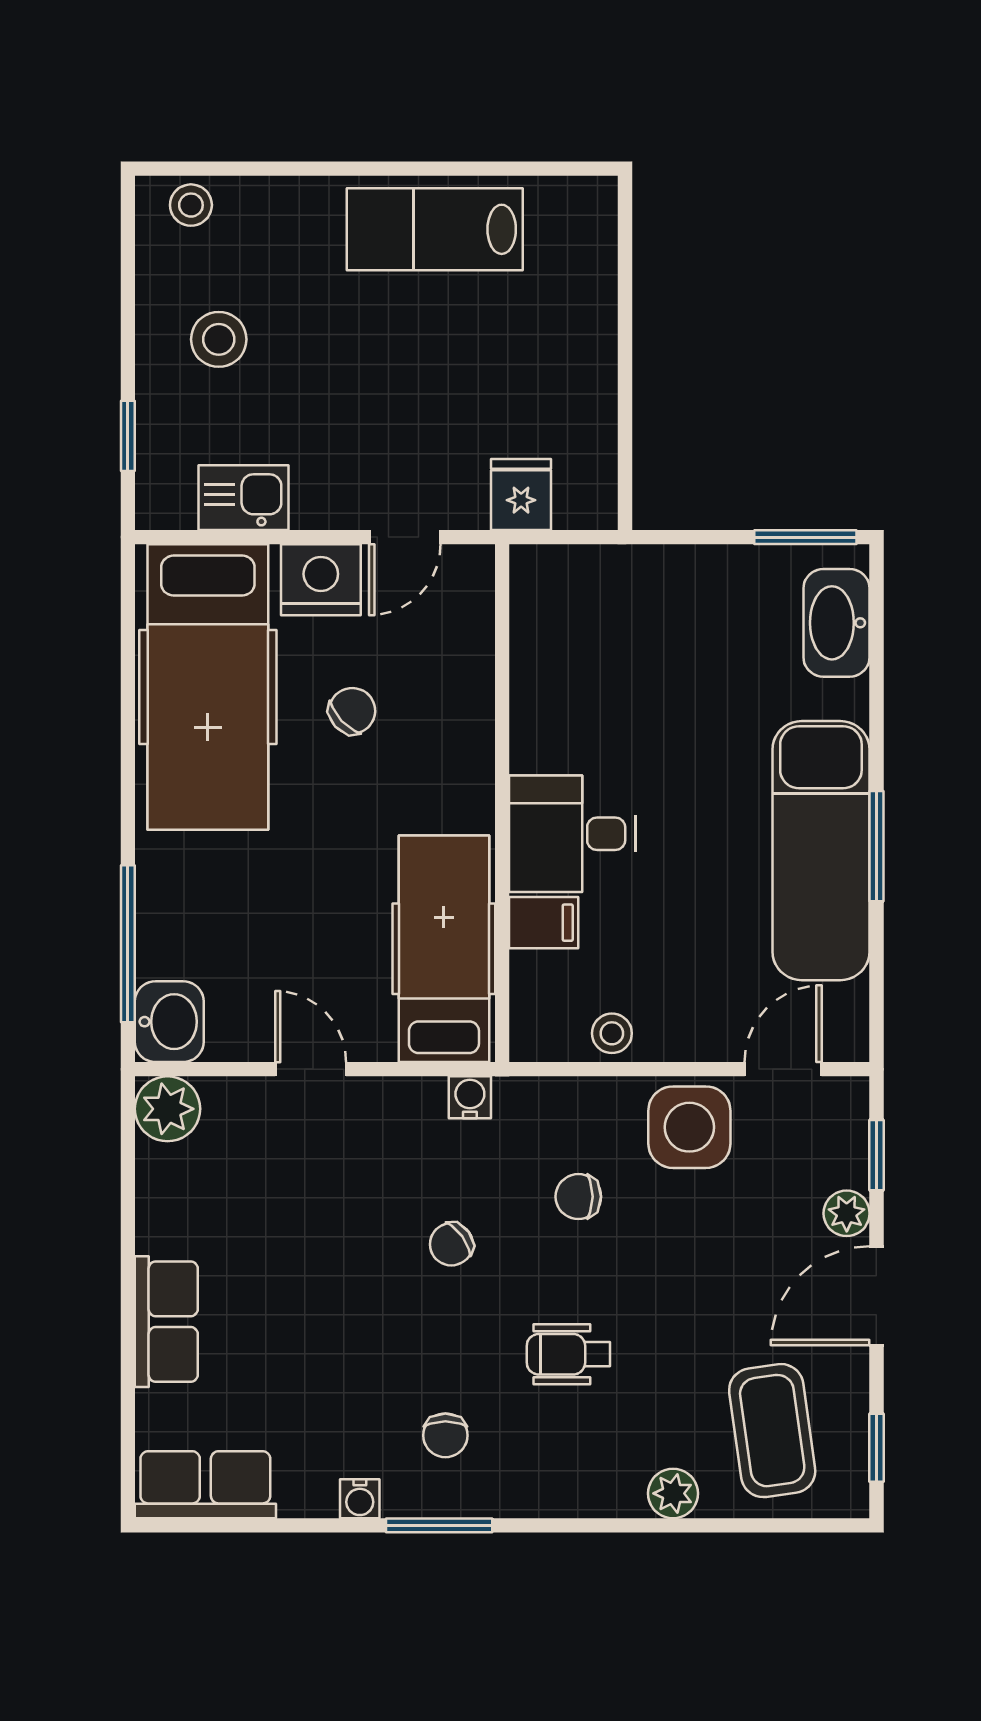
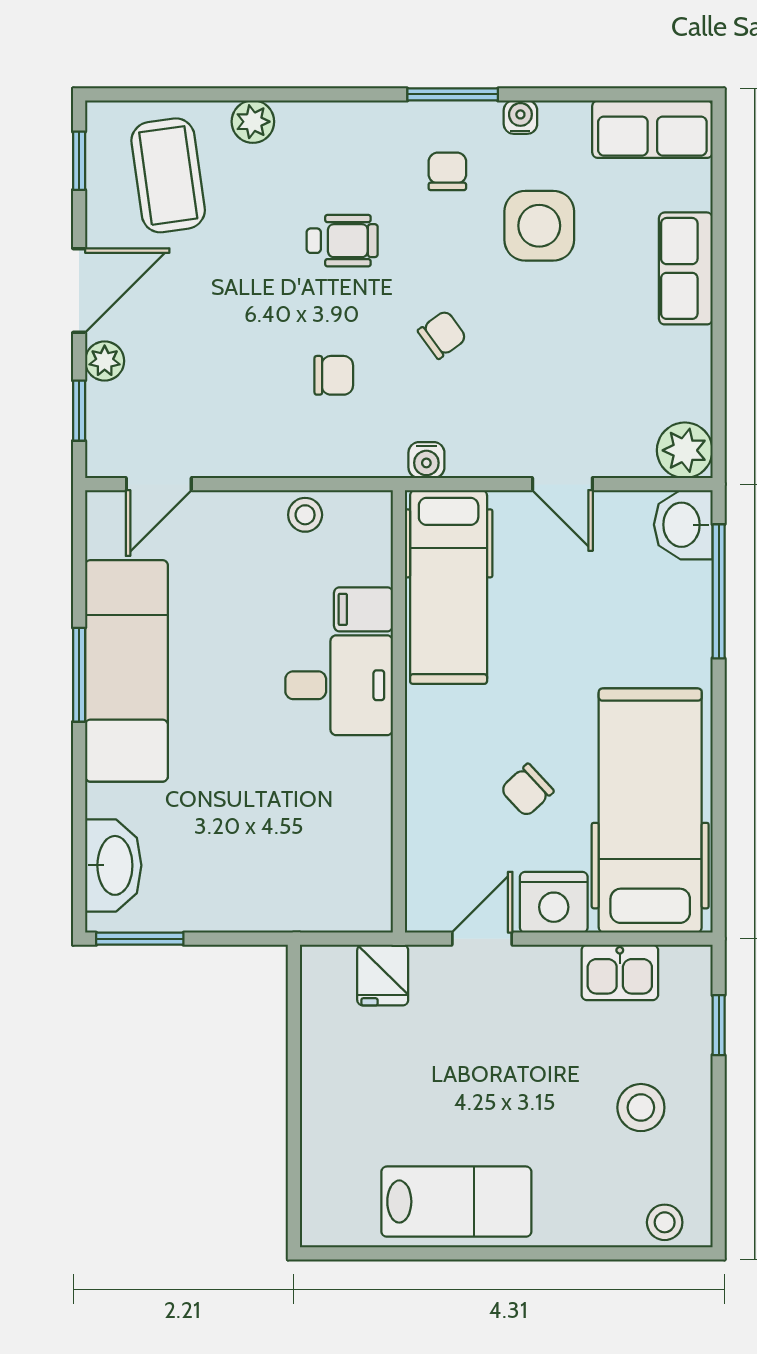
side table: (689, 1127) -> (539, 226), moved

